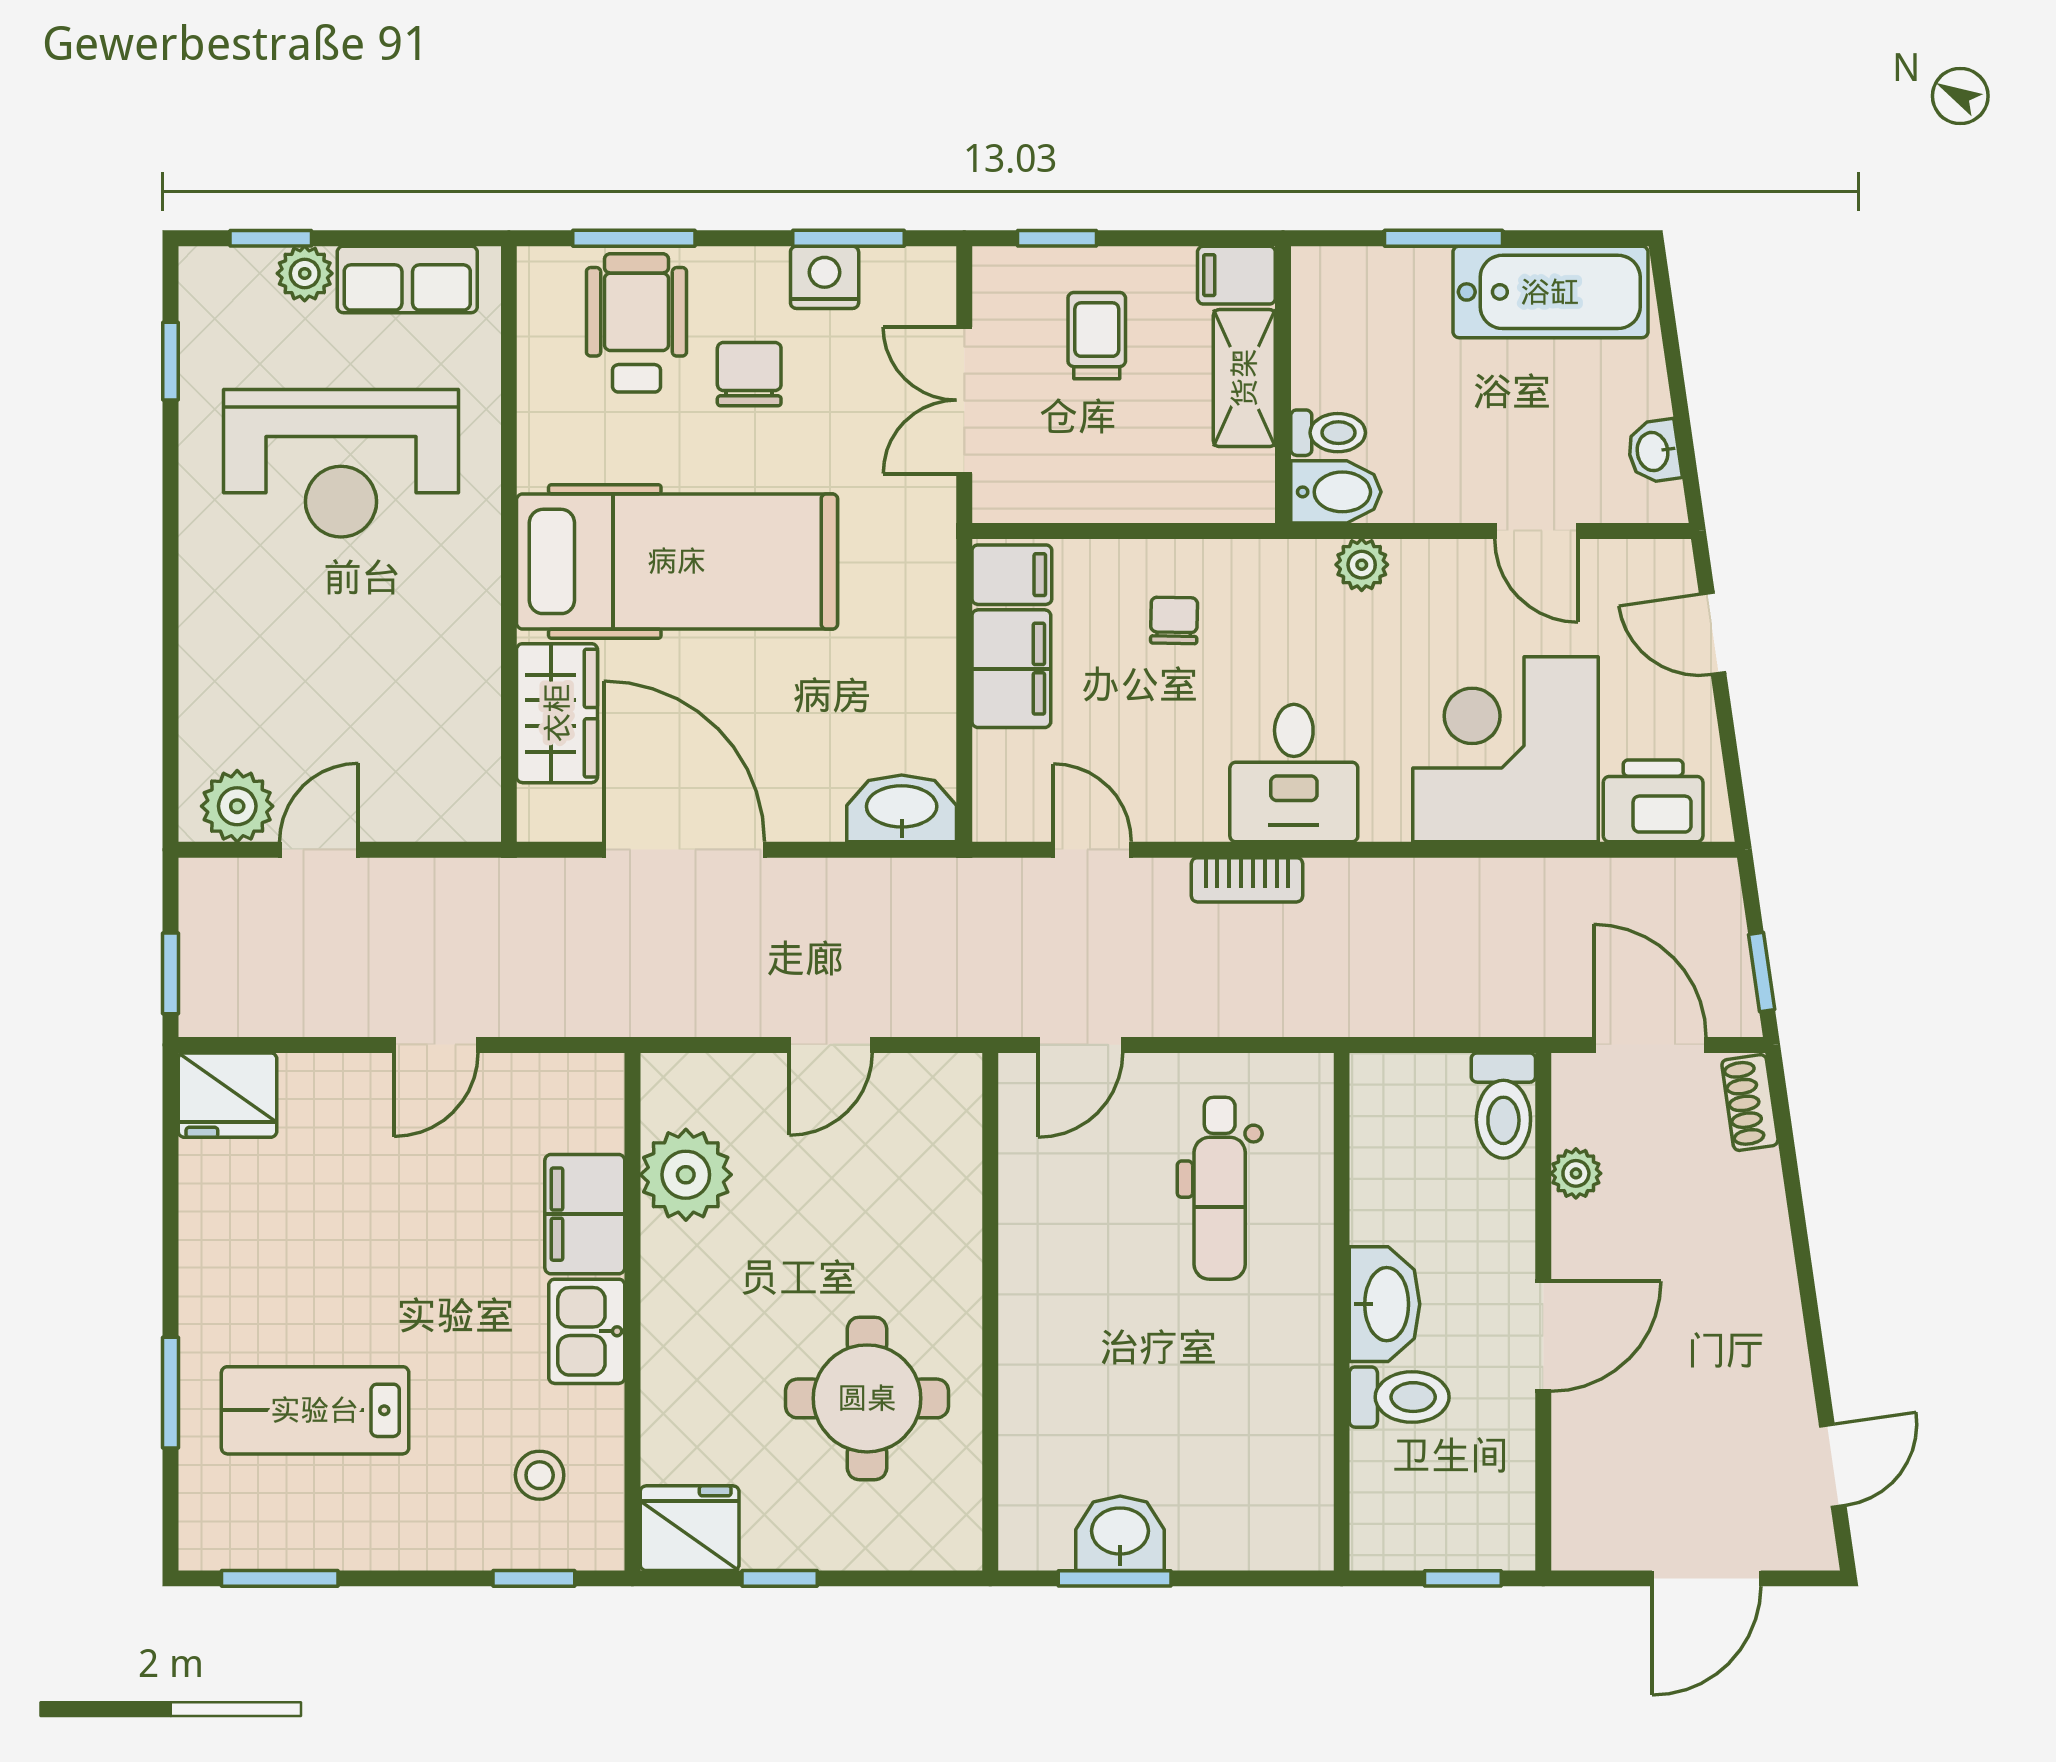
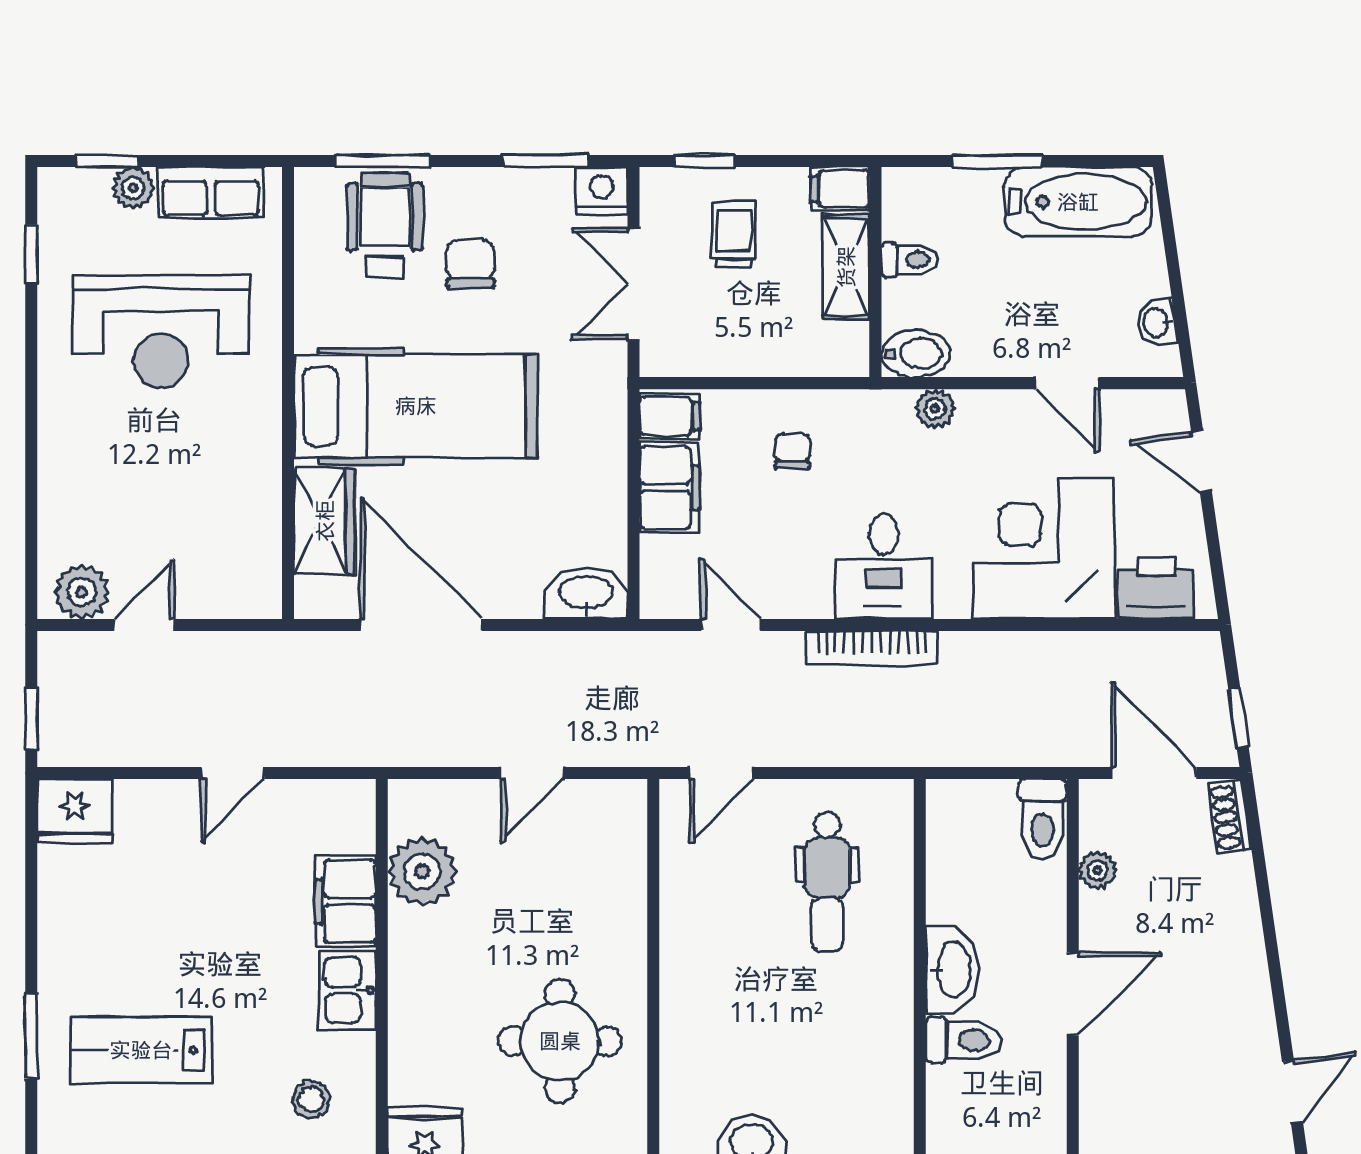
nightstand: (825, 277) -> (602, 191), moved
toilet: (1328, 433) -> (910, 260), moved
bookcase: (1247, 880) -> (872, 648), width x1.56

